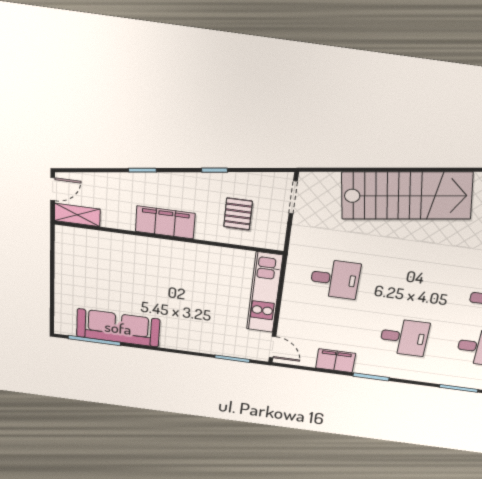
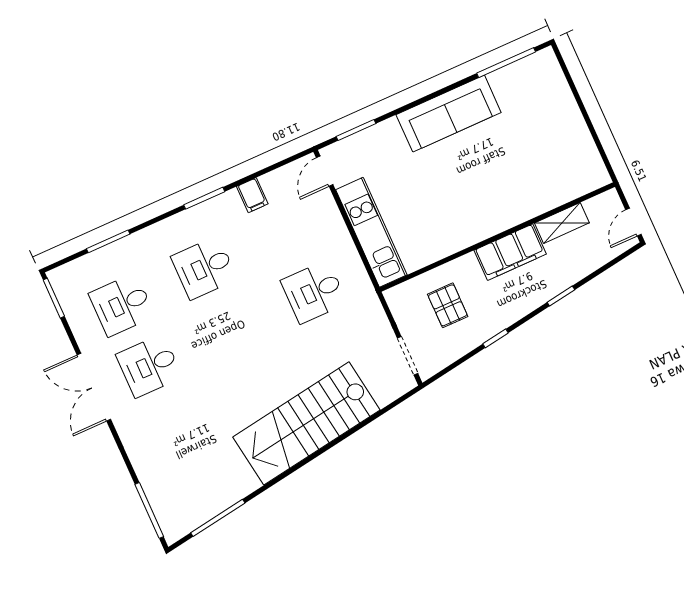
shelving: (77, 215) -> (562, 223), moved
sofa: (118, 328) -> (449, 114), moved
door: (273, 347) -> (325, 171), hinge flipped
filing cabinet: (336, 361) -> (252, 195), width x0.50

